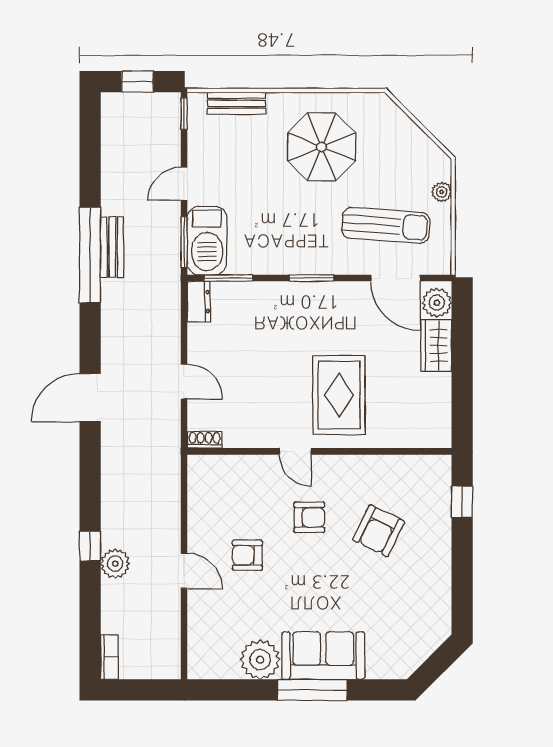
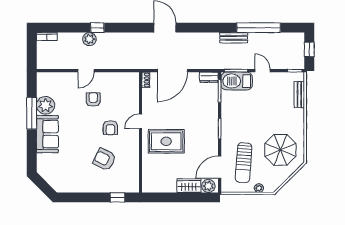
parasol: (322, 147) -> (280, 150), moved
window: (90, 255) -> (259, 28), moved
door: (184, 382) -> (172, 71), width x1.87
window: (312, 690) -> (32, 113), moved

